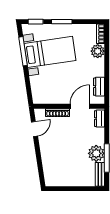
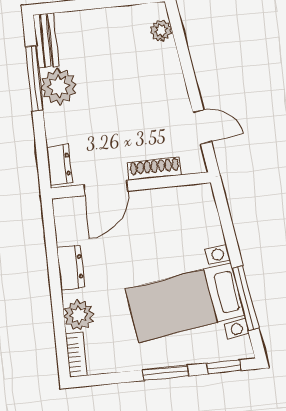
dresser: (99, 87) -> (71, 267), moved
door: (34, 129) -> (202, 127), swing flipped
plant: (48, 174) -> (161, 30), added

